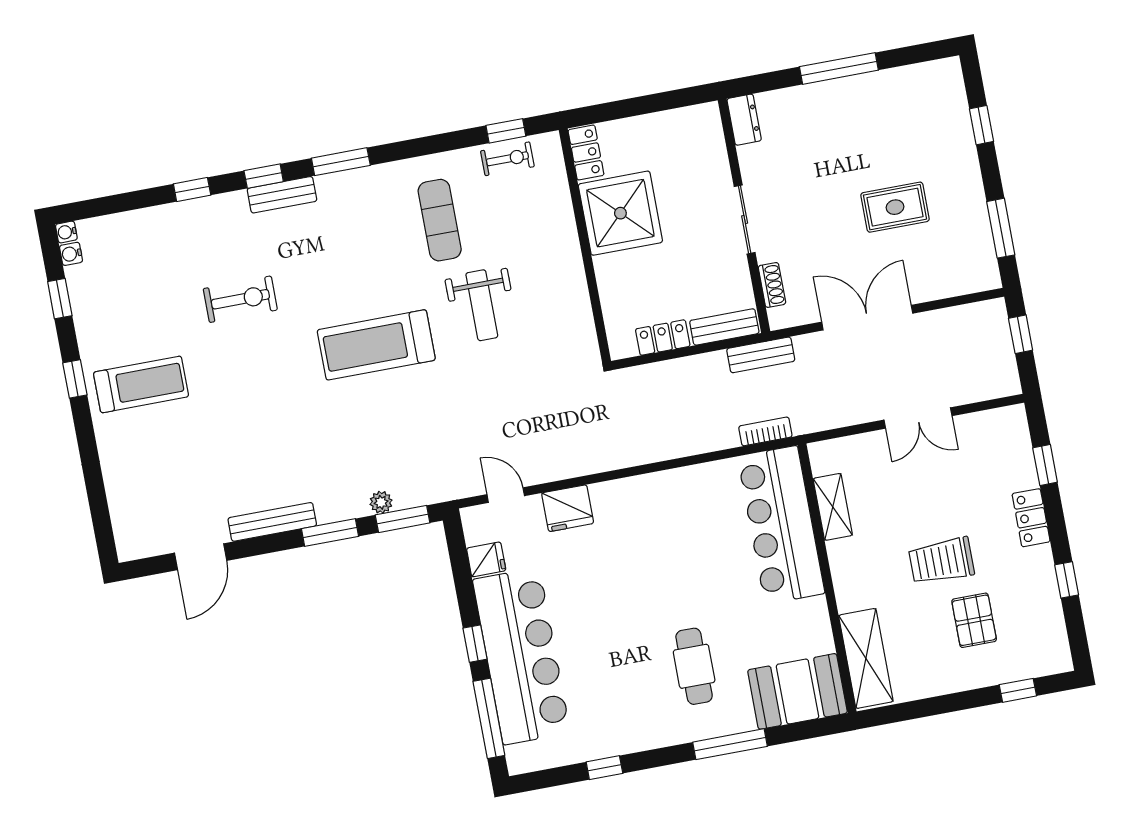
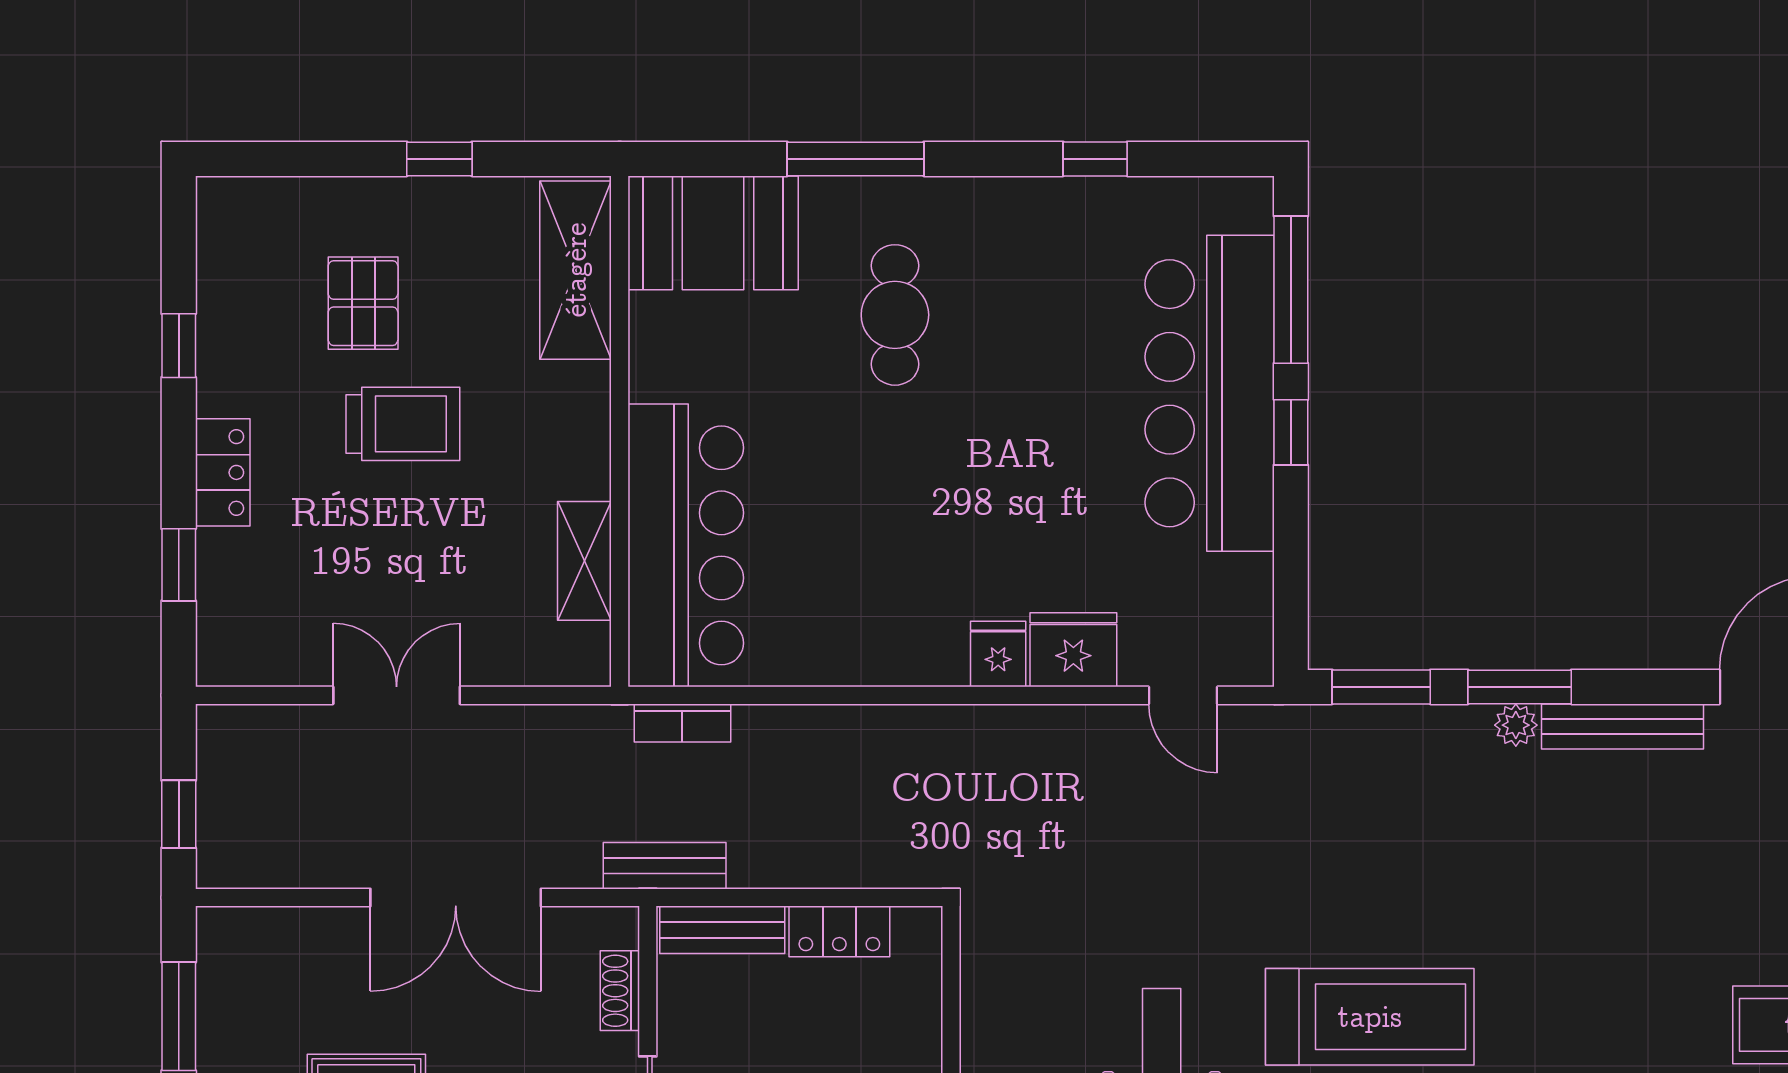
plant: (381, 502) -> (1516, 725), moved
fridge: (486, 559) -> (998, 654), moved, turned 90
window: (1018, 690) -> (439, 159), moved

